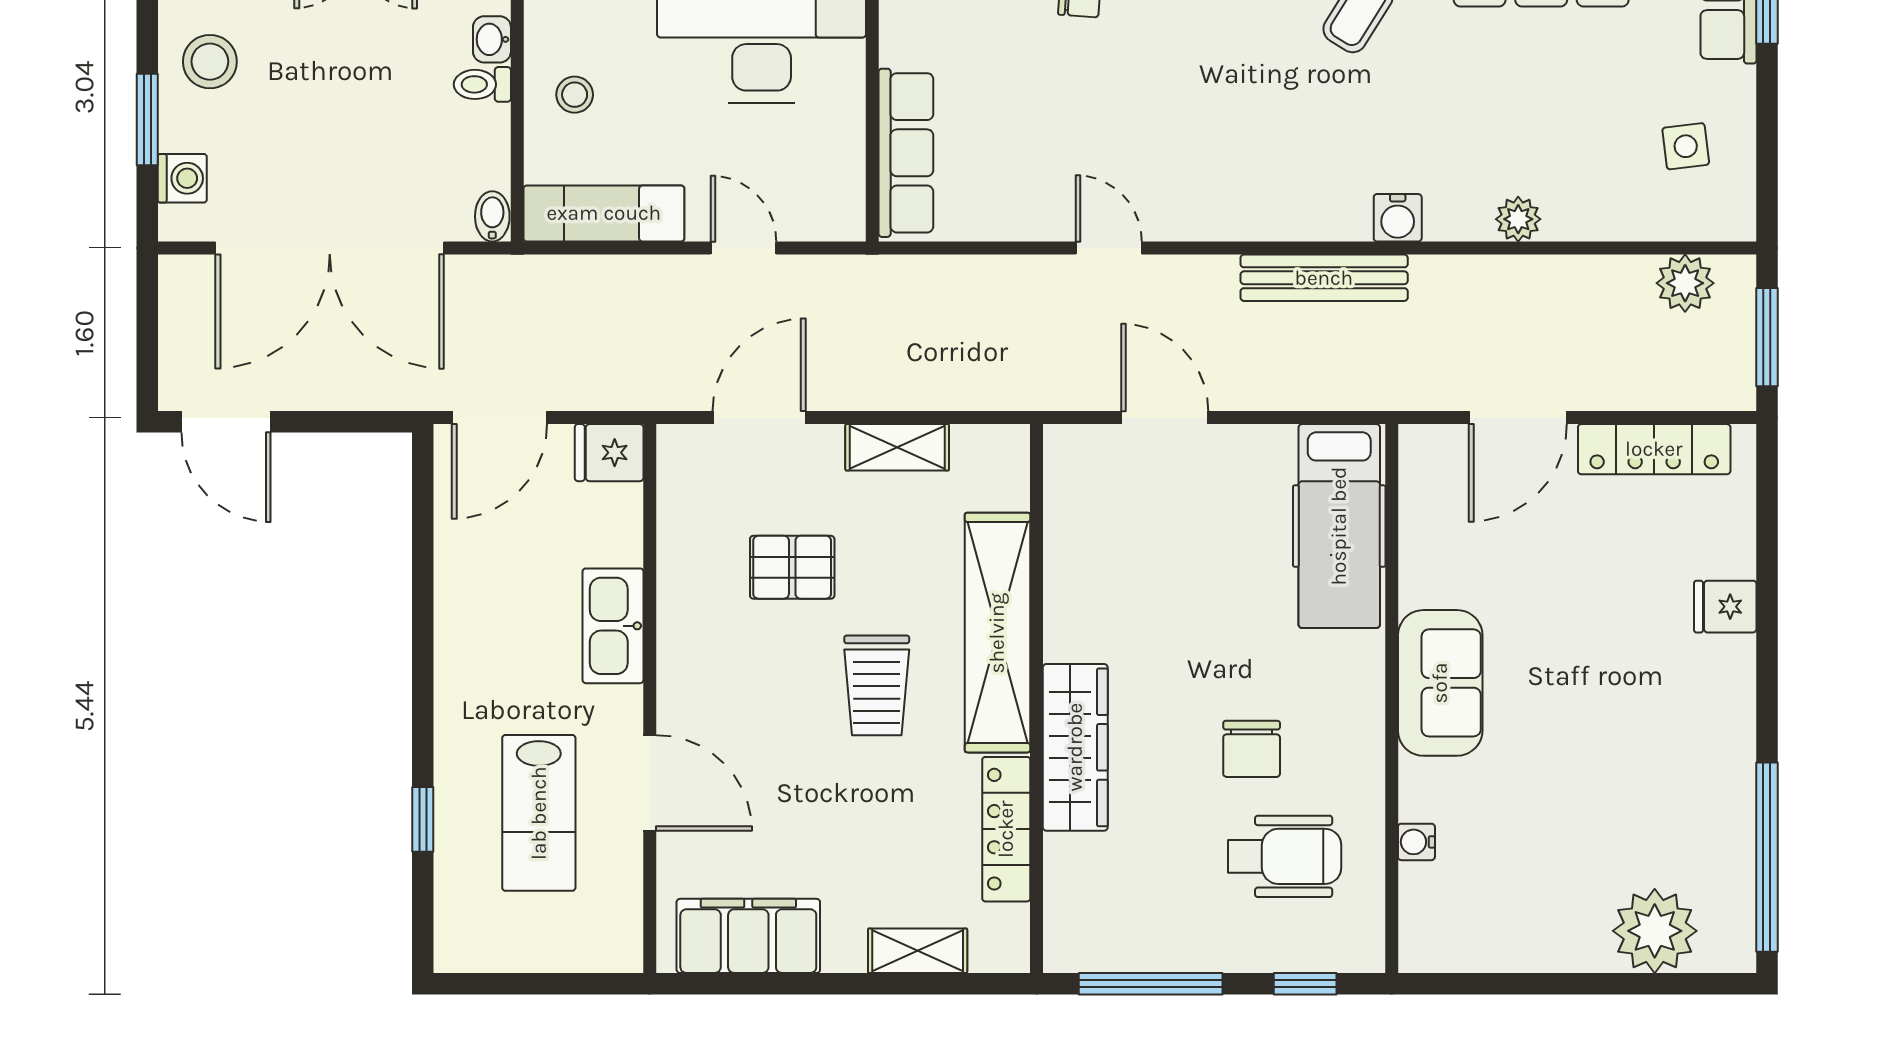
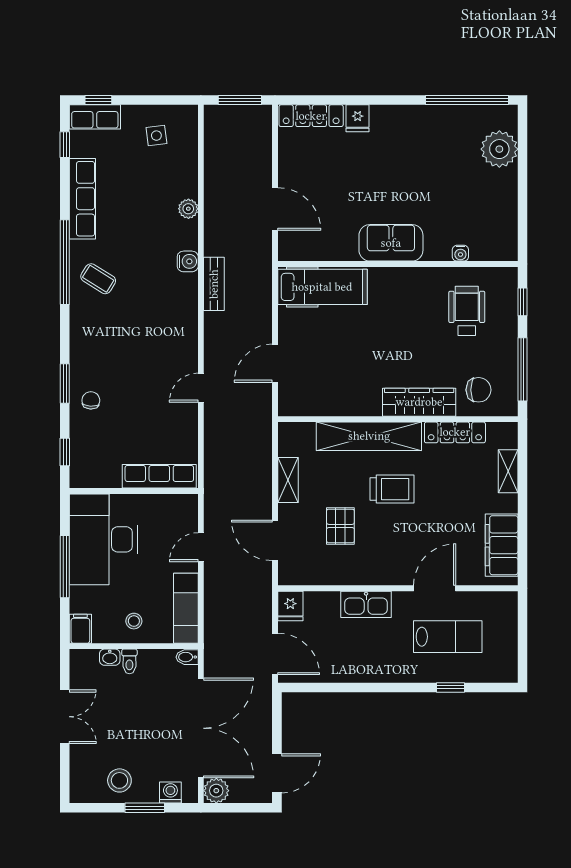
bench: (1324, 278) -> (214, 284), width x0.73
plant: (1685, 283) -> (216, 791), moved
locker: (1654, 449) -> (311, 116), moved, turned 90
chair: (1252, 749) -> (479, 390), moved

